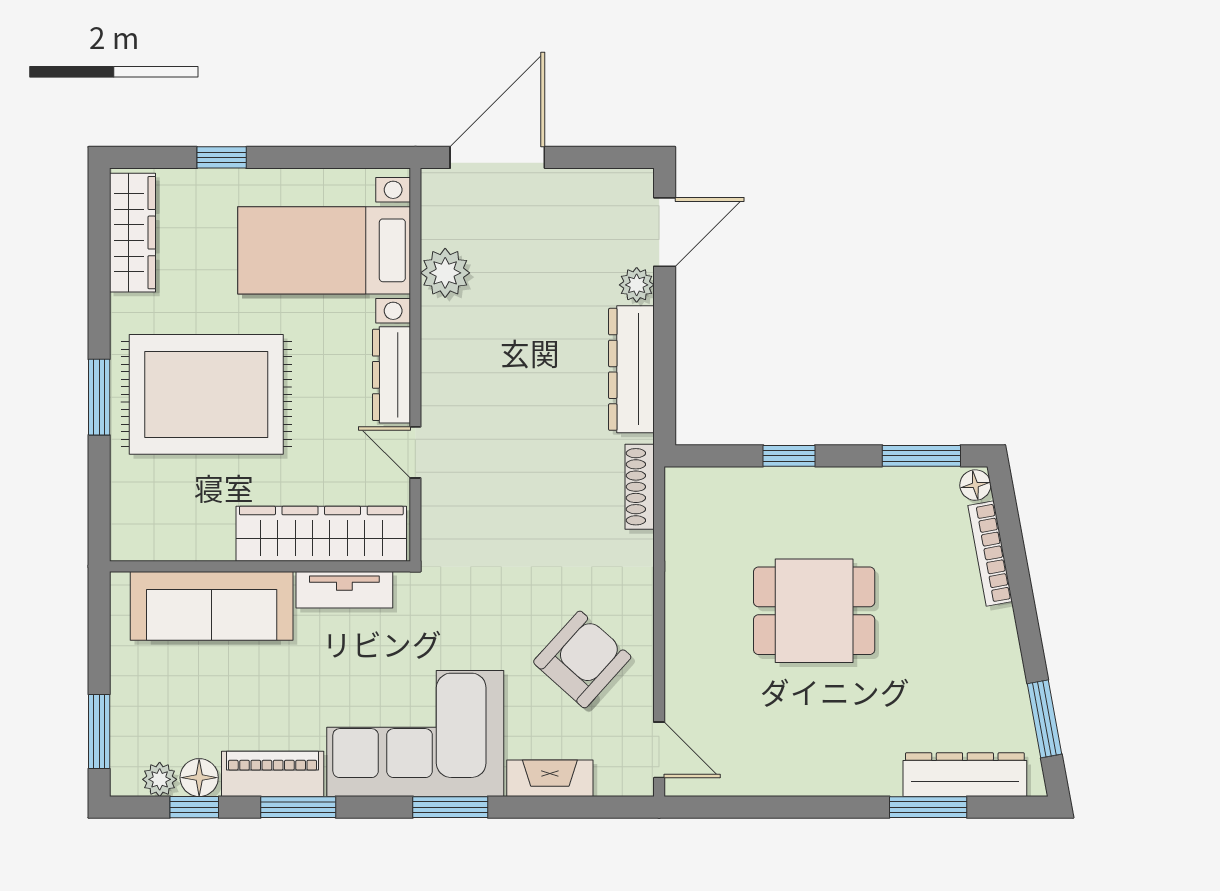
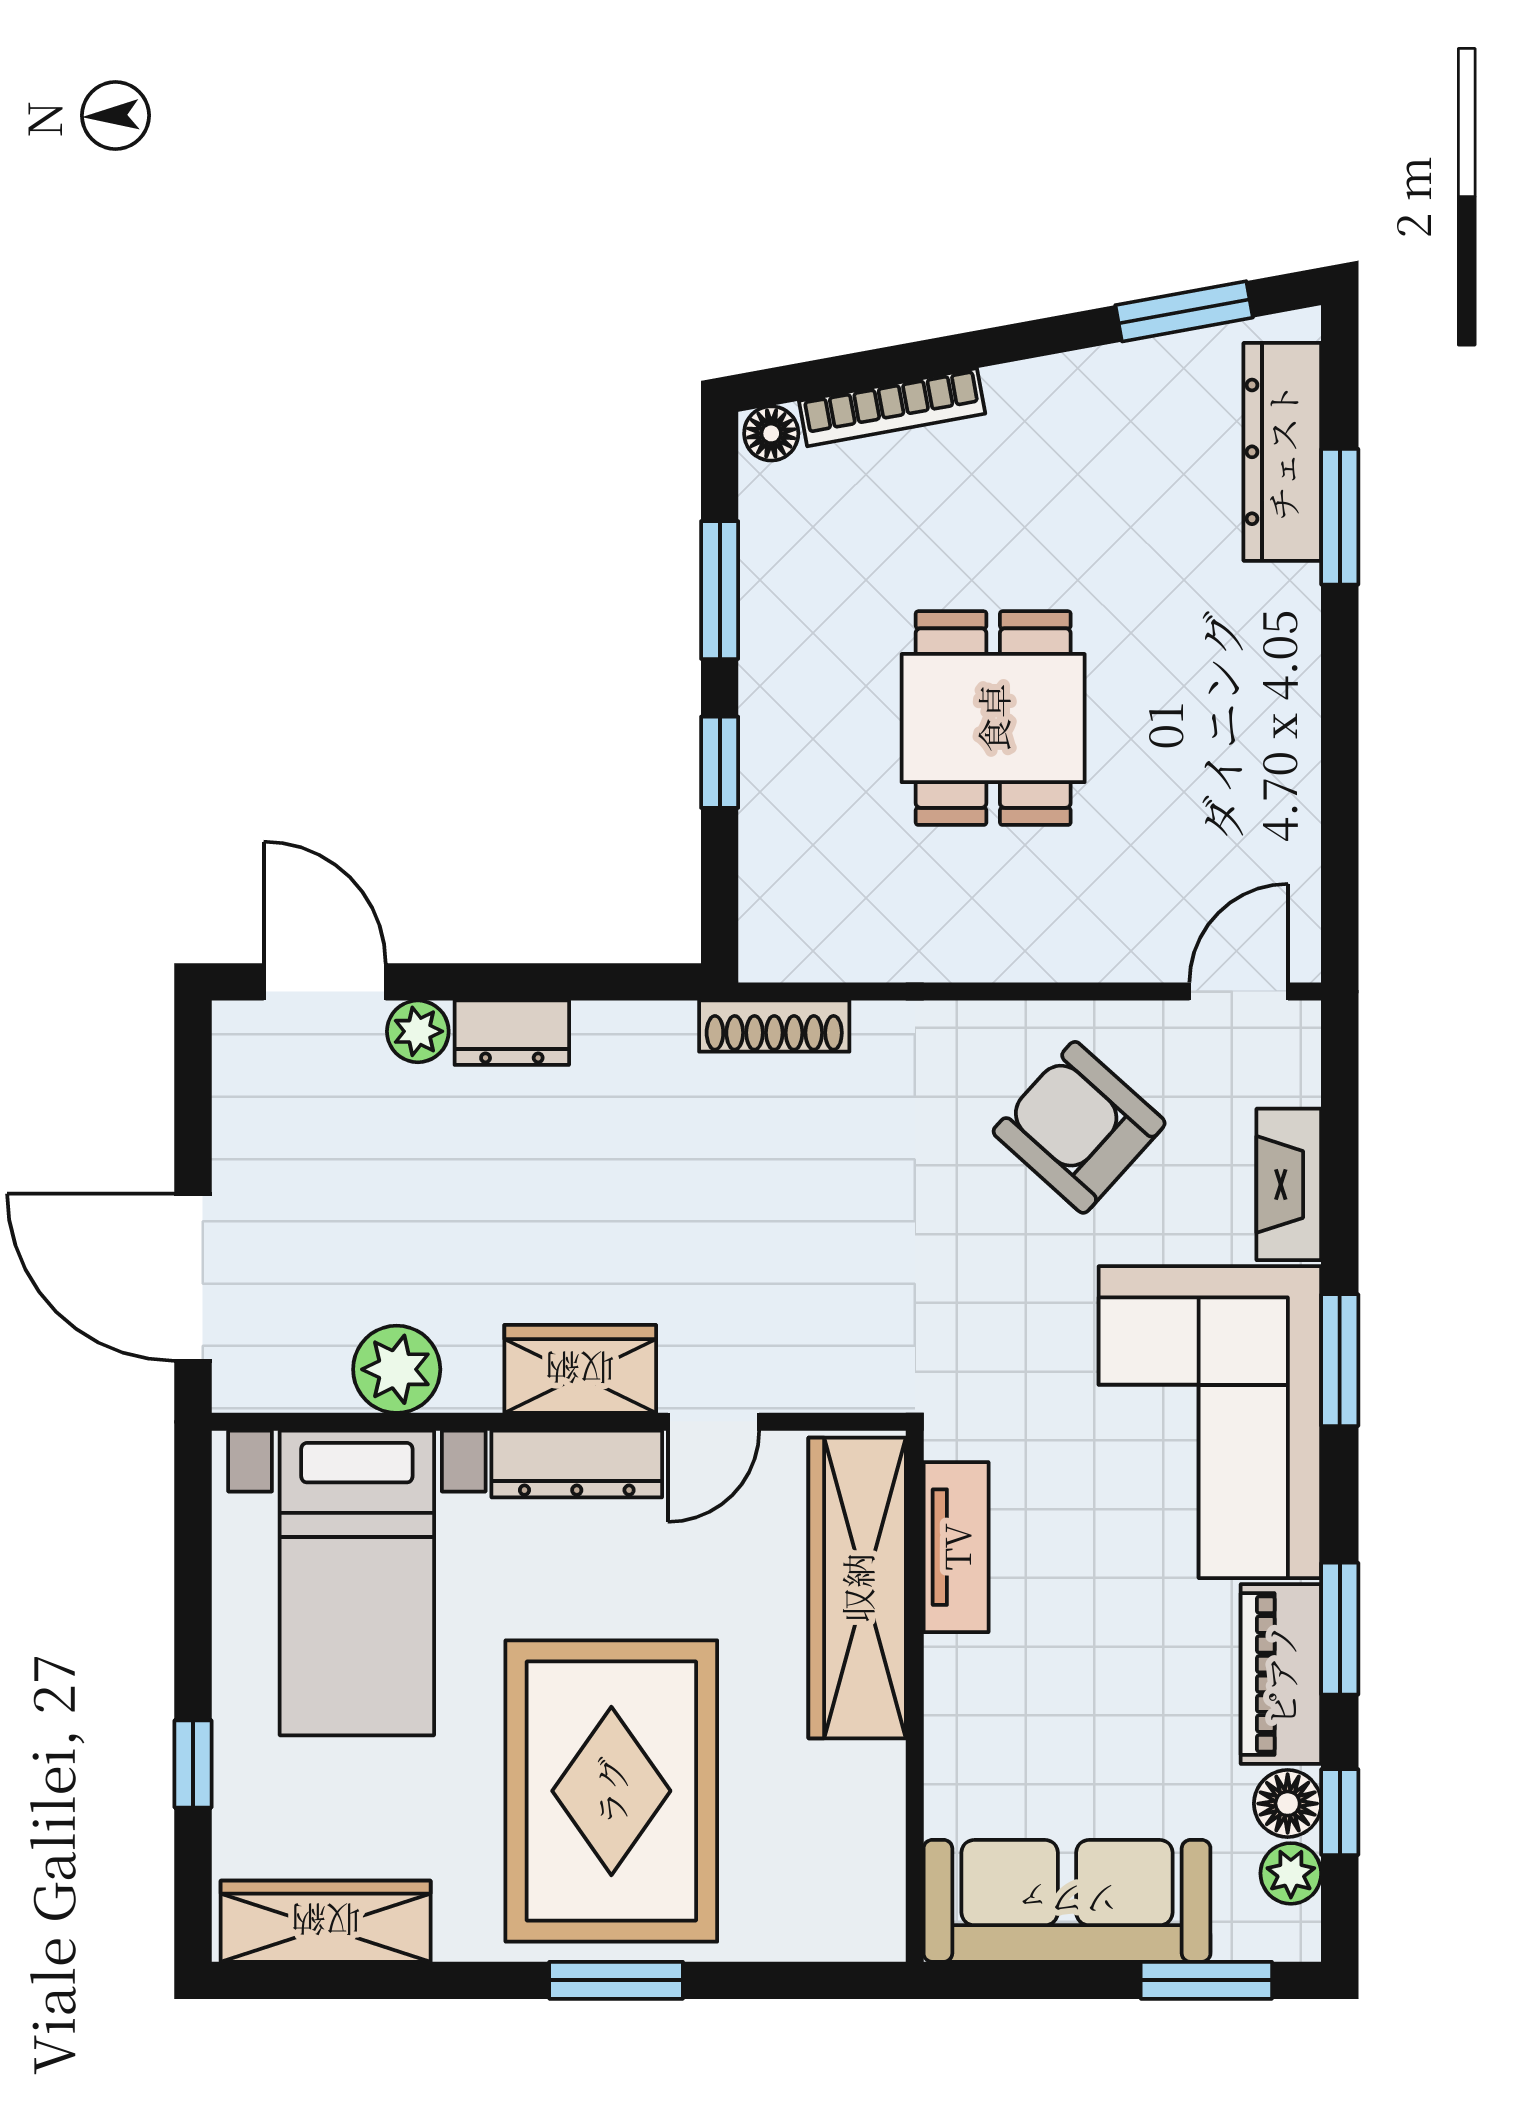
dresser: (631, 369) -> (512, 1033), width x0.51, depth x0.80
wardrobe: (445, 377) -> (580, 1369), added
window: (921, 456) -> (720, 590), moved
sofa: (212, 606) -> (1067, 1901), moved, turned -90

